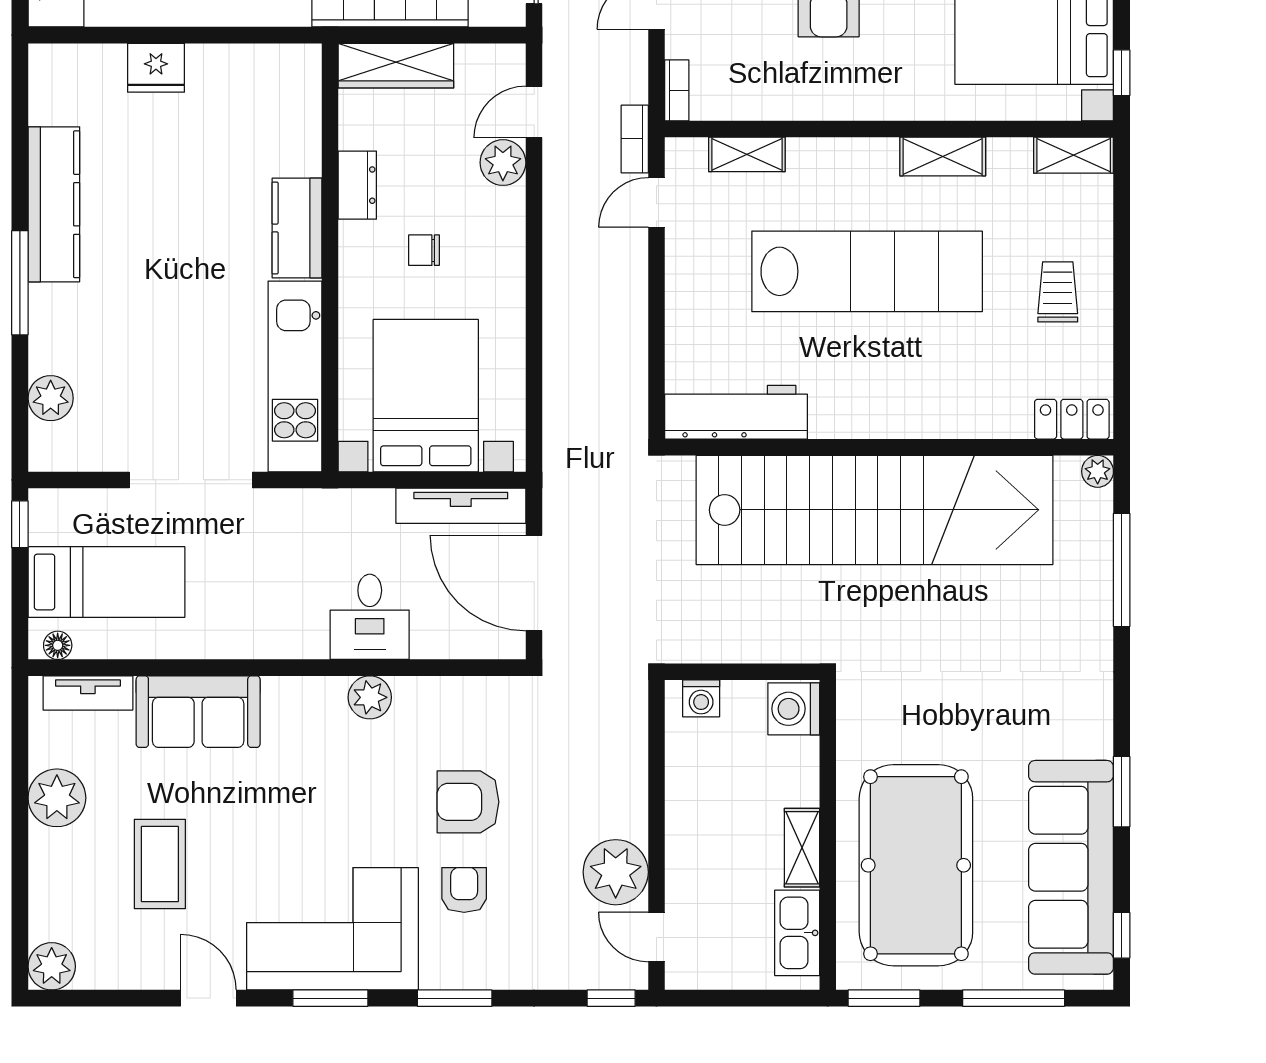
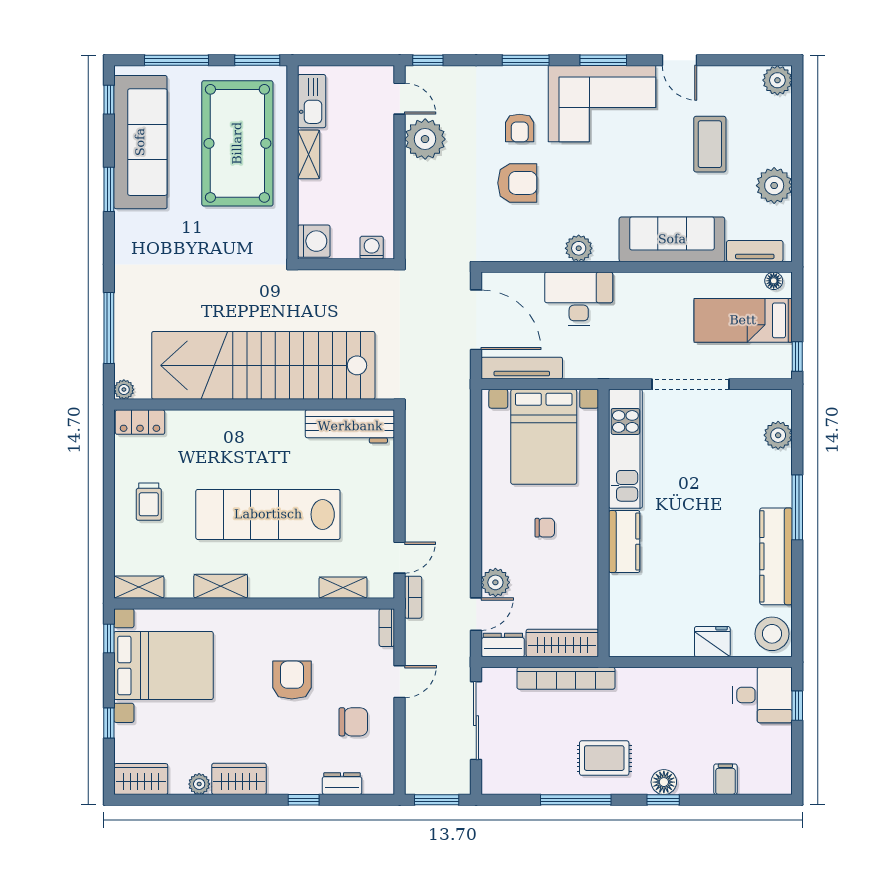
stool: (60, 80) -> (772, 634), added
dresser: (357, 185) -> (503, 645), moved, turned 90
desk: (370, 617) -> (579, 299), width x1.37
sofa: (198, 712) -> (672, 239), width x1.36

